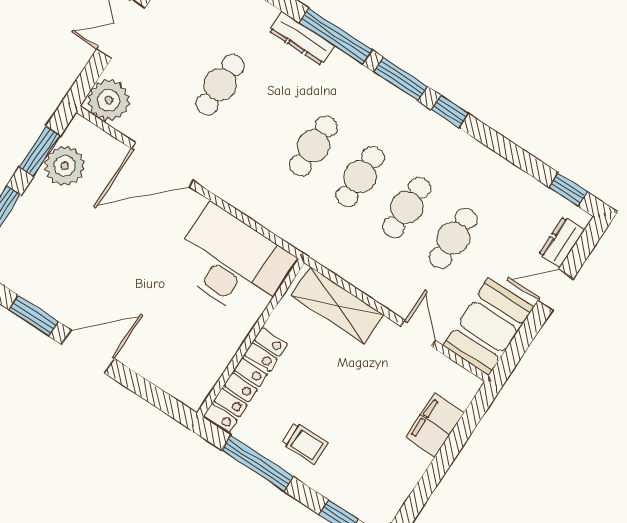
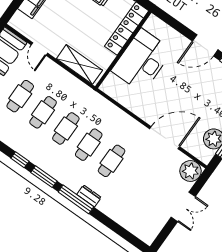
dresser: (302, 39) -> (89, 196), width x0.70
cafe table: (220, 85) -> (112, 161), moved
desk: (233, 263) -> (142, 61), moved, turned 90

